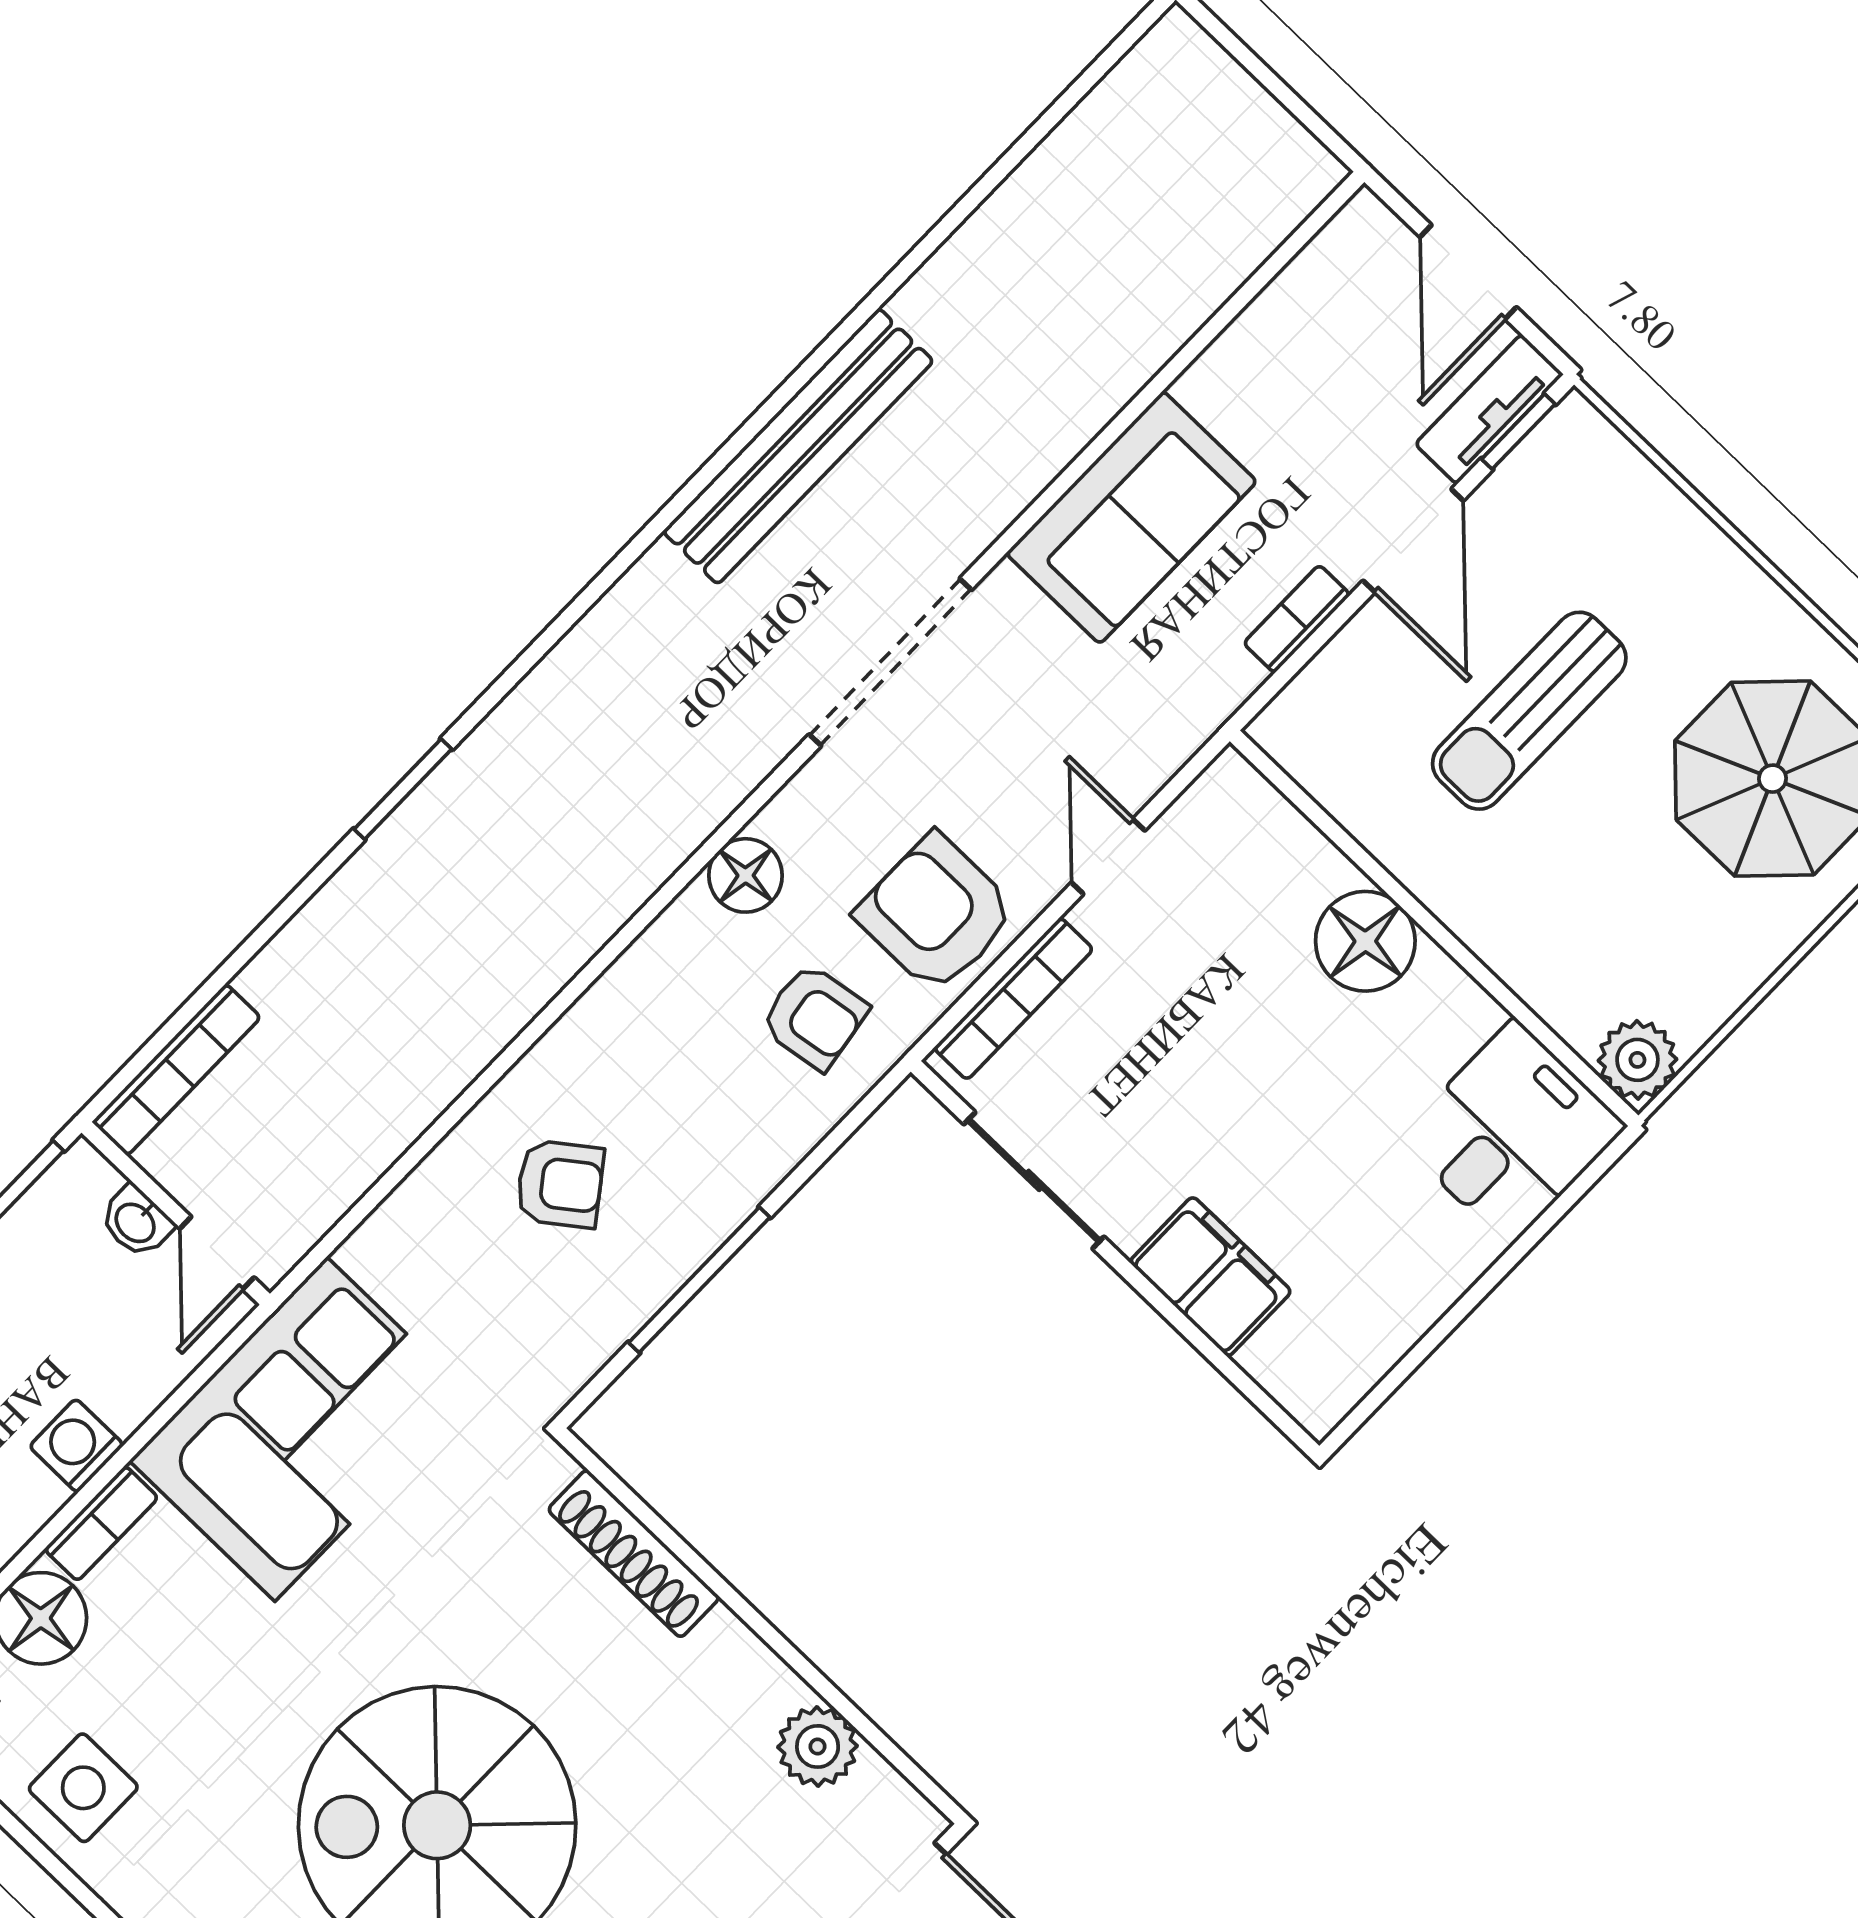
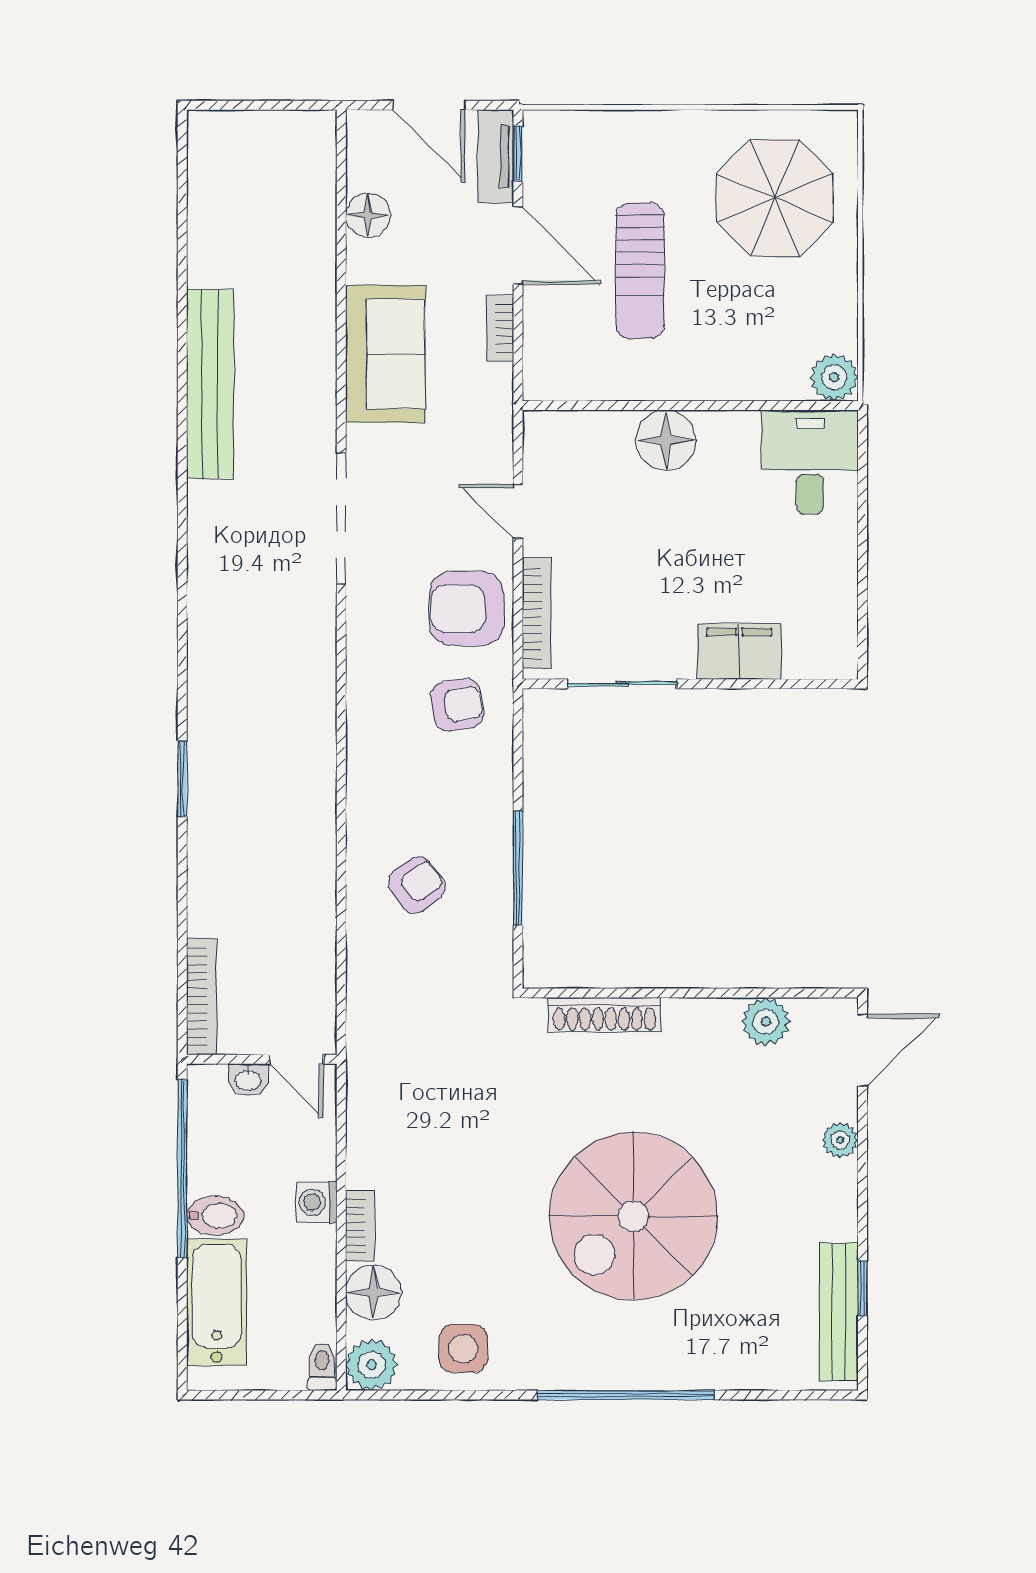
bench: (798, 446) -> (210, 384), moved
floor lamp: (746, 875) -> (368, 215), moved
corner sofa: (301, 1429) -> (407, 1101), removed

